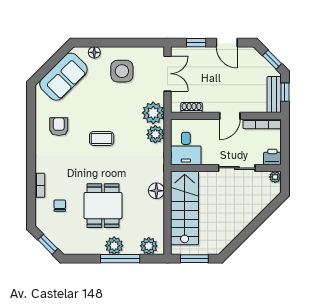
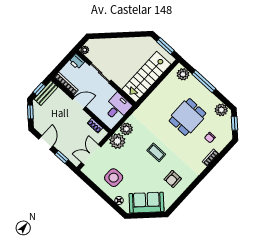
floor lamp: (156, 191) -> (153, 99), removed
plant: (114, 246) -> (221, 110), moved

